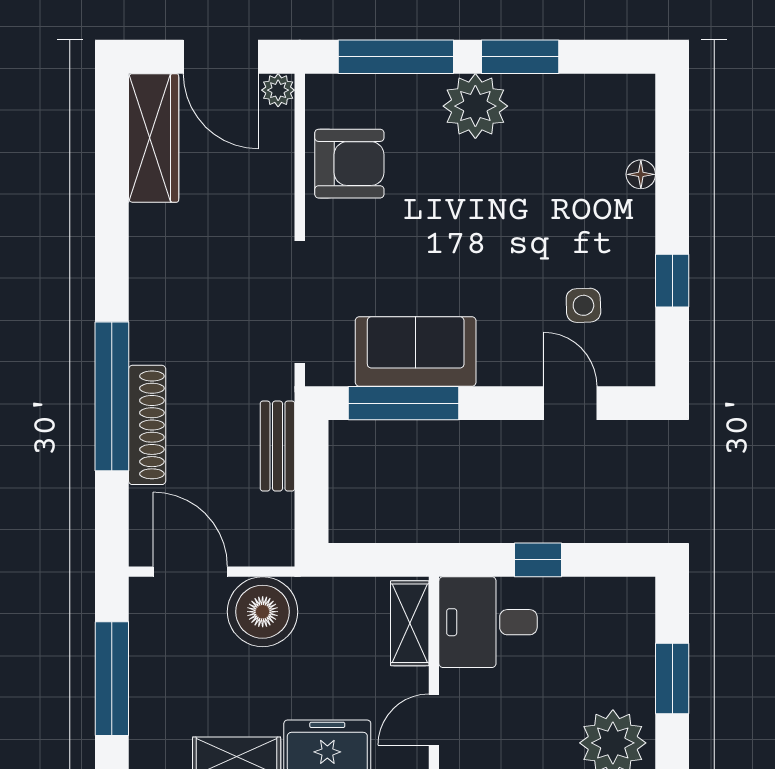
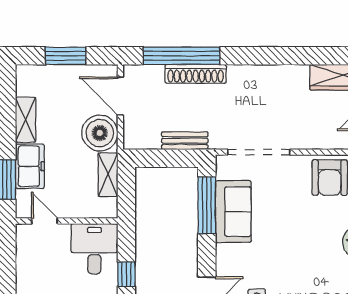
window: (112, 396) -> (182, 56), moved
door: (190, 572) -> (120, 96), swing flipped
shelving: (410, 623) -> (108, 175), moved, turned 90
window: (112, 679) -> (66, 56), width x0.69

